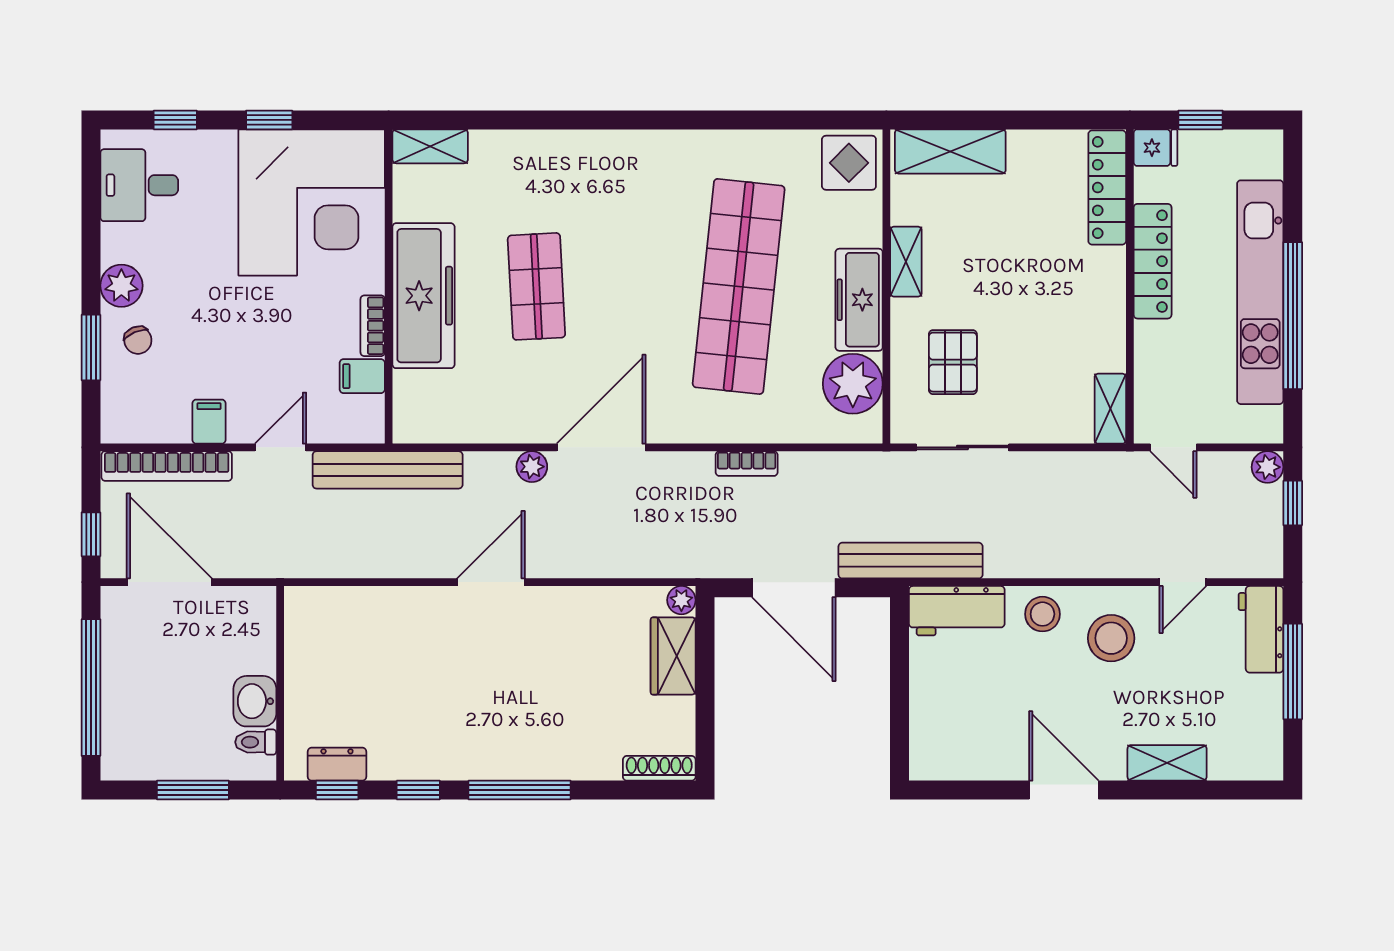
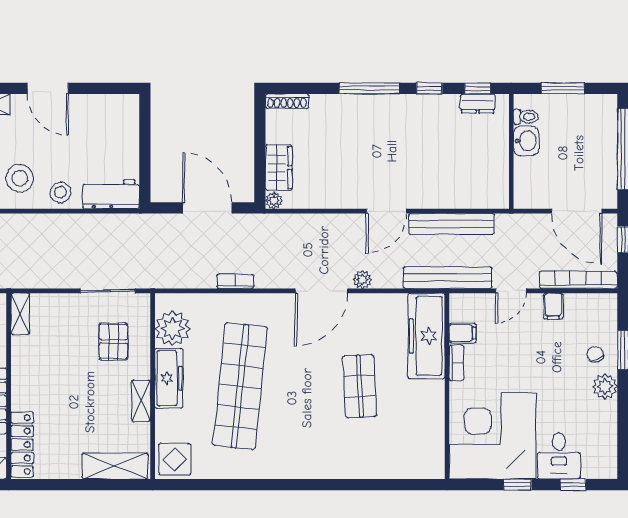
shelving: (430, 146) -> (422, 469), removed
desk: (139, 185) -> (559, 456), moved, turned 90
freezer: (423, 296) -> (426, 336), moved
bench: (911, 561) -> (451, 224), moved

